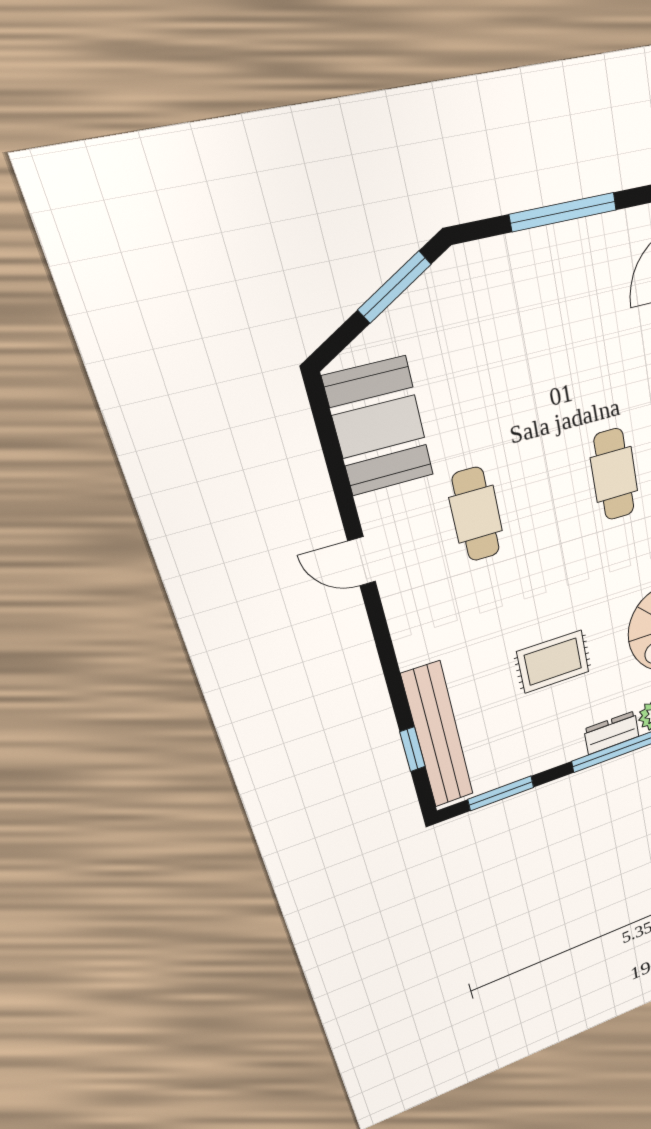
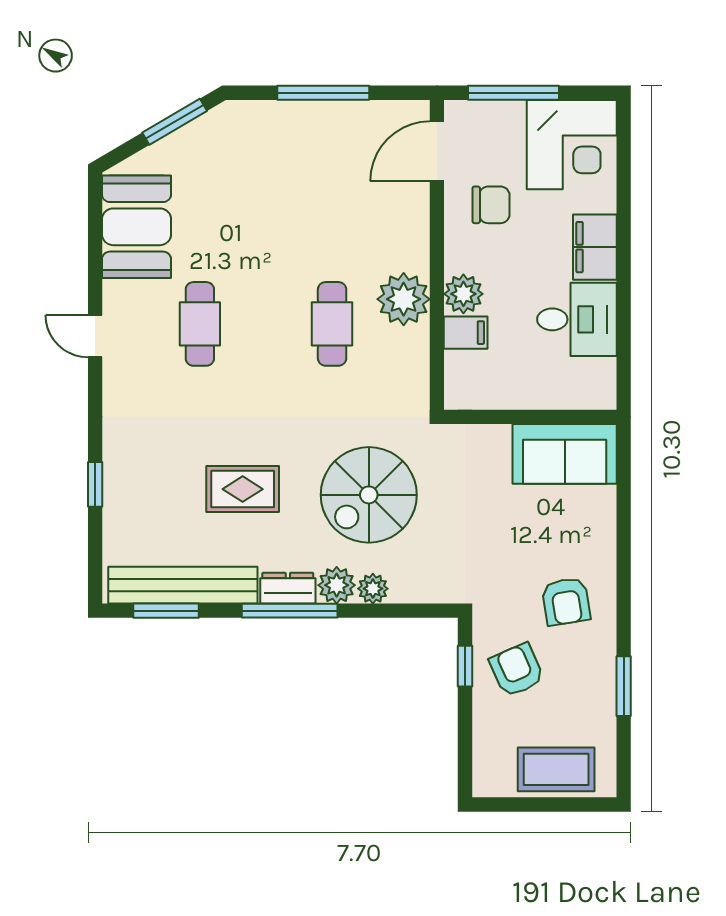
bench: (438, 735) -> (183, 585), moved, turned 90
window: (412, 749) -> (95, 484), moved

